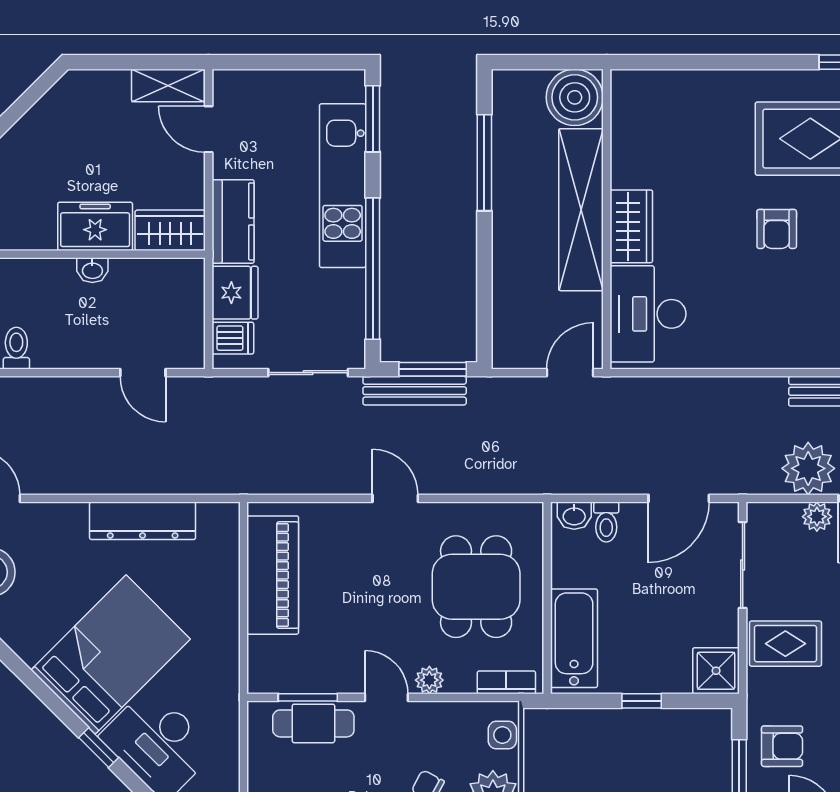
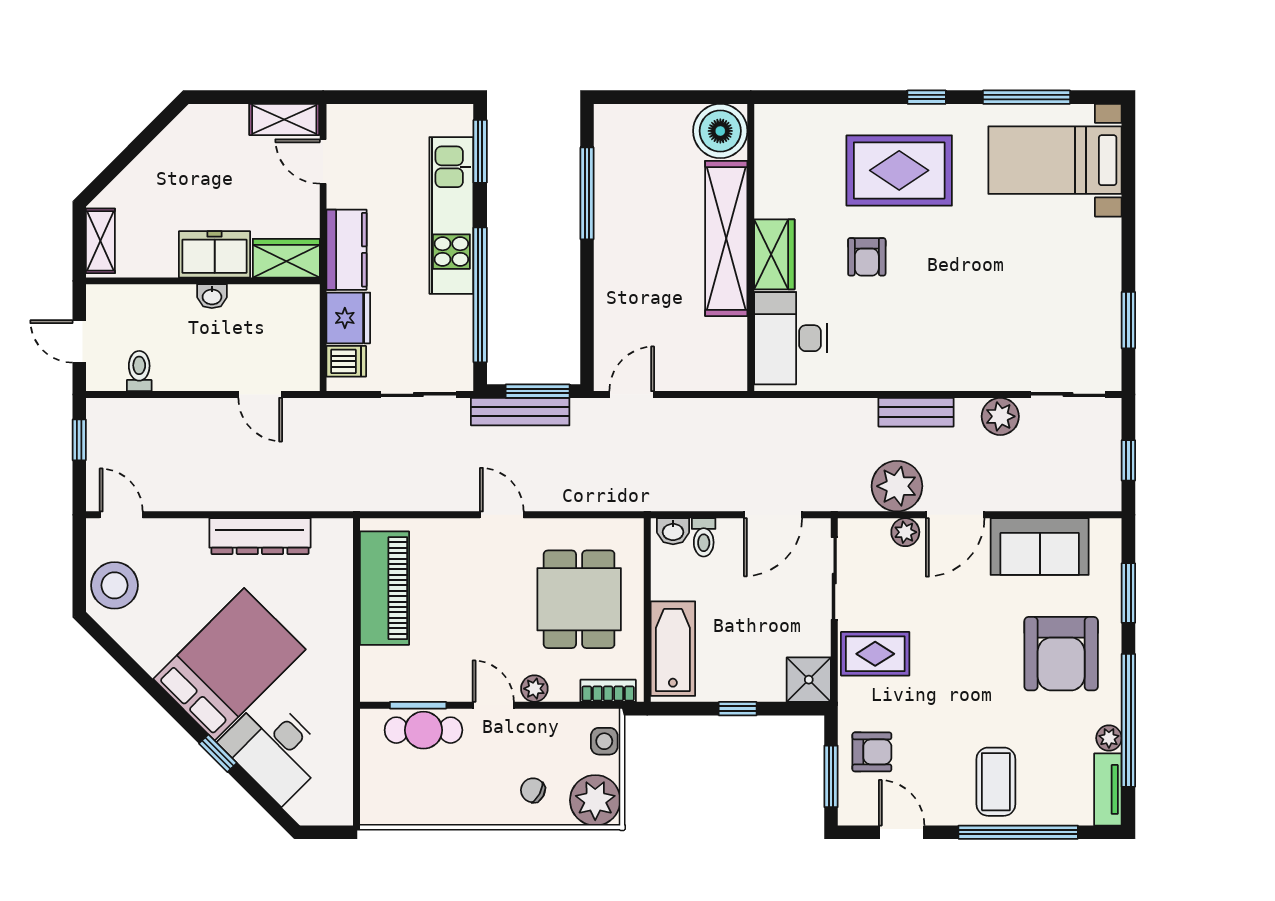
boiler: (575, 97) -> (720, 131), moved
shelving: (581, 210) -> (726, 238), moved
wall: (607, 219) -> (751, 247), moved
wardrobe: (631, 226) -> (774, 254), moved
desk: (648, 314) -> (790, 338), moved
door: (570, 373) -> (632, 395), moved

